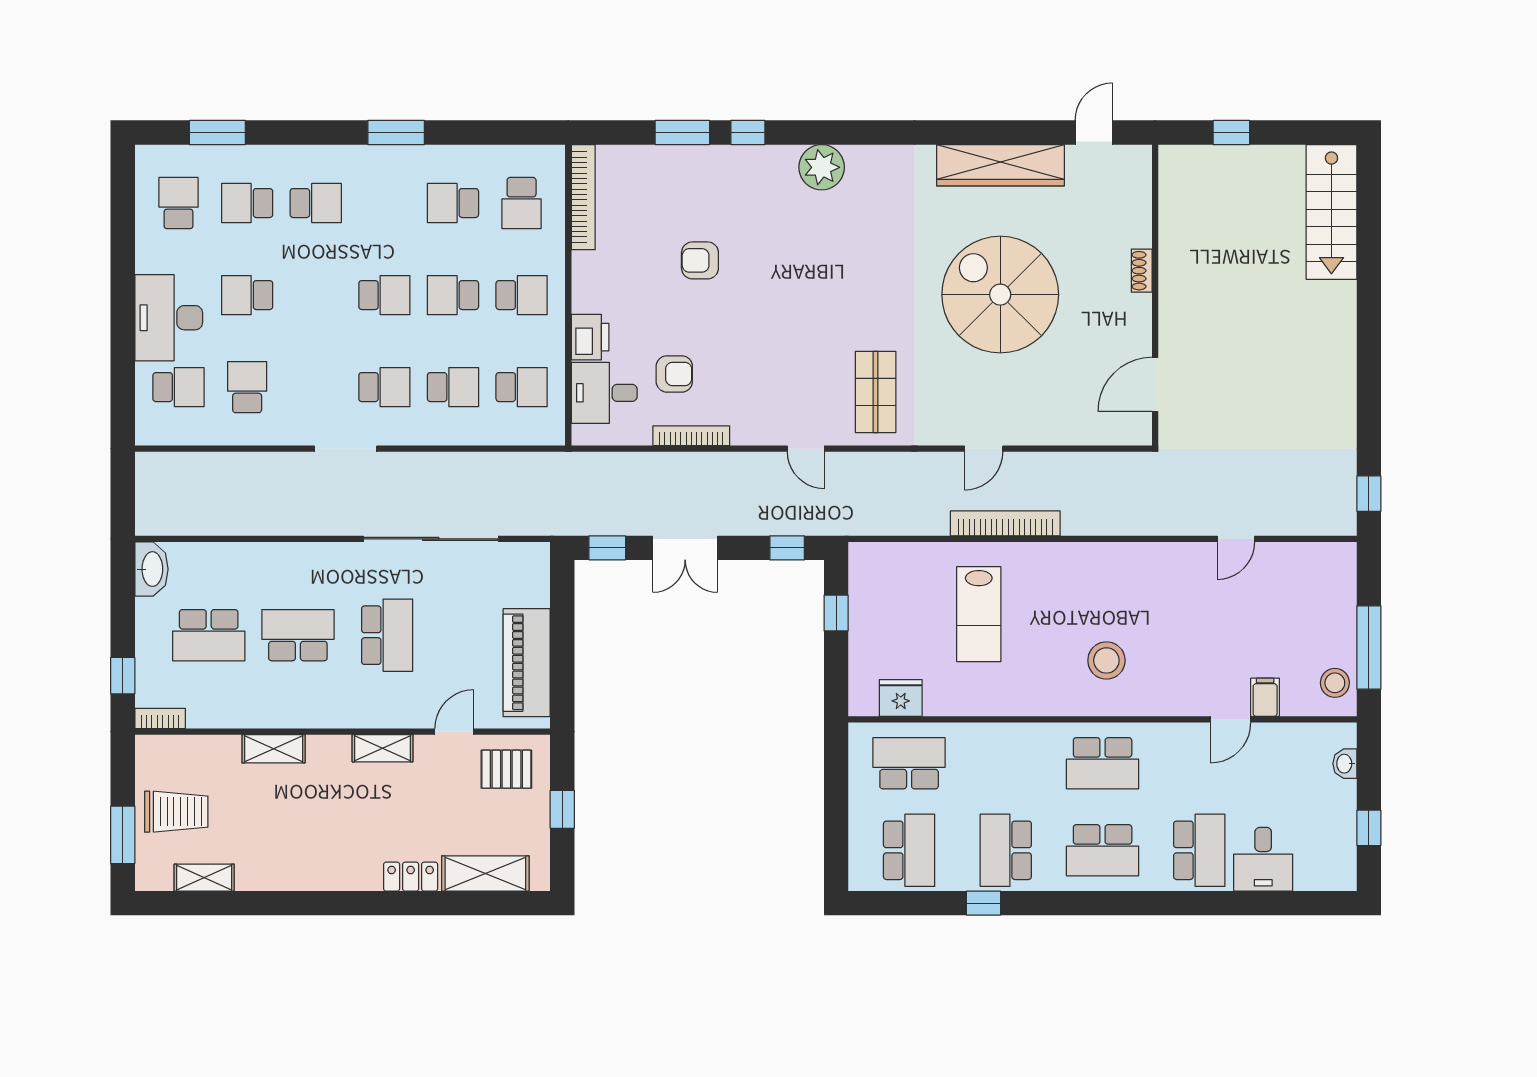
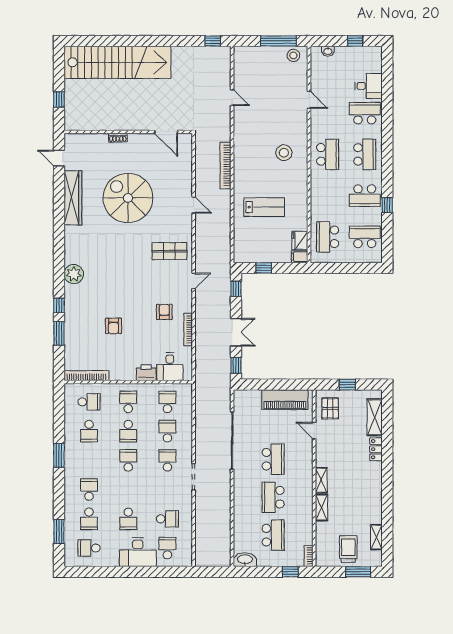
stairs: (1331, 212) -> (117, 62), width x1.86, depth x1.51
spiral stairs: (1000, 295) -> (128, 198), turned 90
armchair: (674, 374) -> (164, 312), moved
school desk: (247, 387) -> (167, 519), turned 180
bookcase: (1005, 523) -> (225, 166), moved
school desk: (387, 635) -> (273, 459), turned 90
filing cabinet: (1265, 697) -> (300, 257), moved
shelving: (382, 748) -> (321, 480), moved

